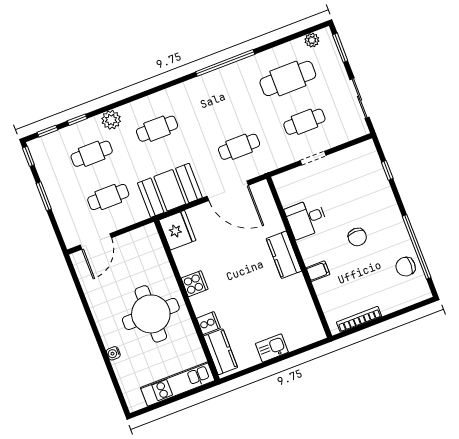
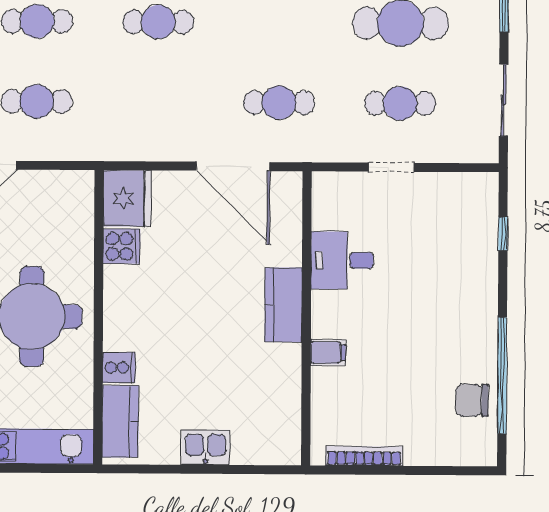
booth: (170, 190) -> (140, 129), removed
chair: (357, 237) -> (413, 322), removed
cooker: (195, 284) -> (122, 246), moved

